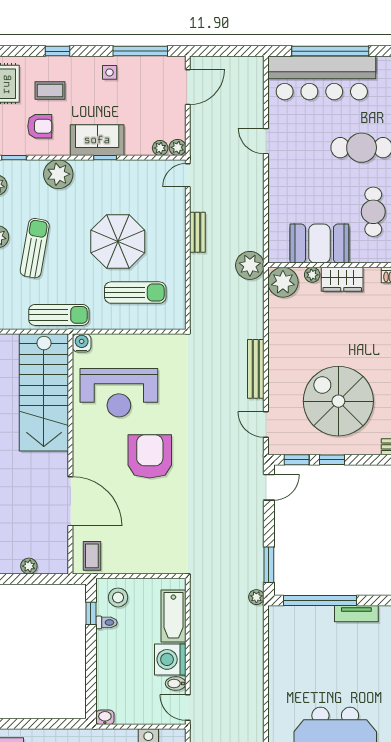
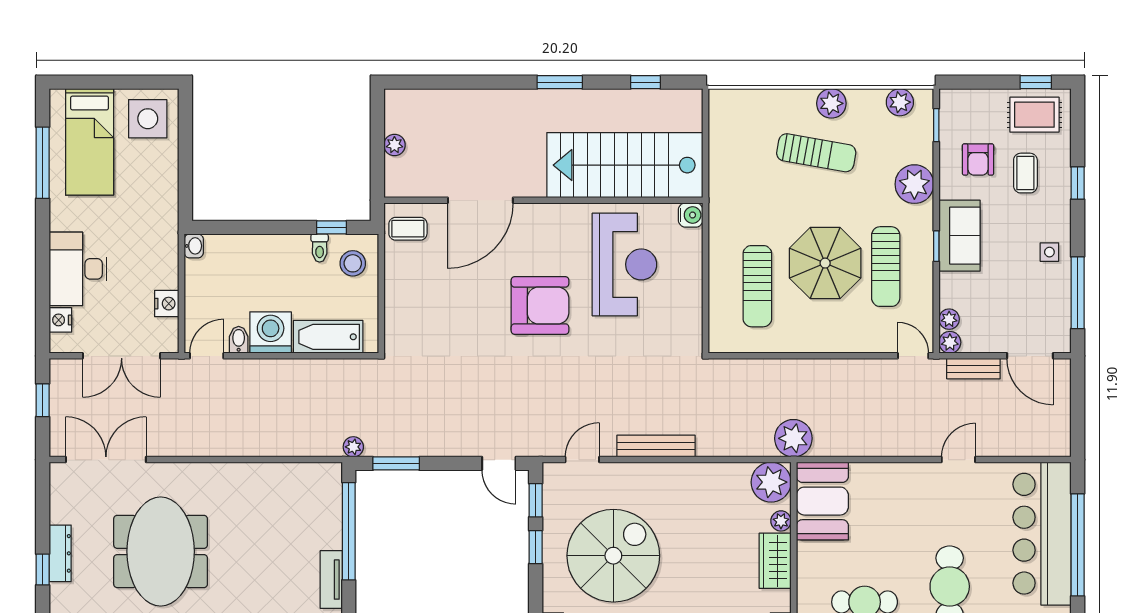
bench: (197, 232) -> (973, 369), moved
booth: (319, 244) -> (822, 501), moved
sun lounger: (59, 315) -> (886, 267), moved
reception desk: (119, 393) -> (624, 264), turned 180

